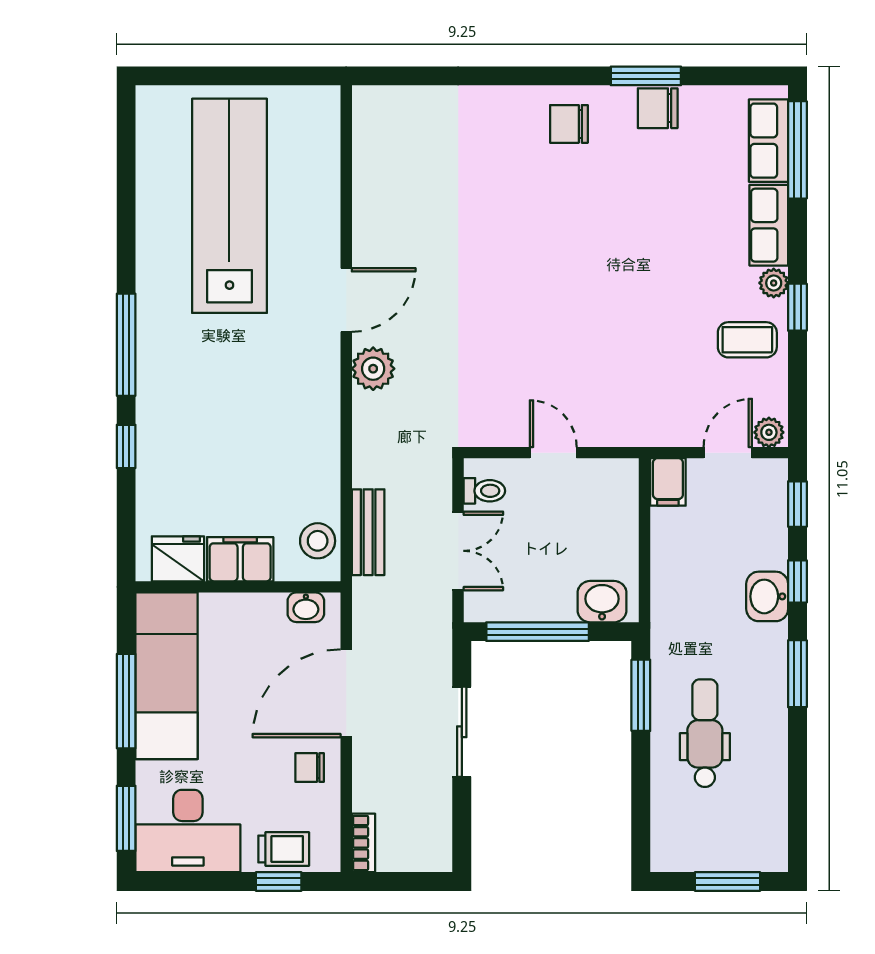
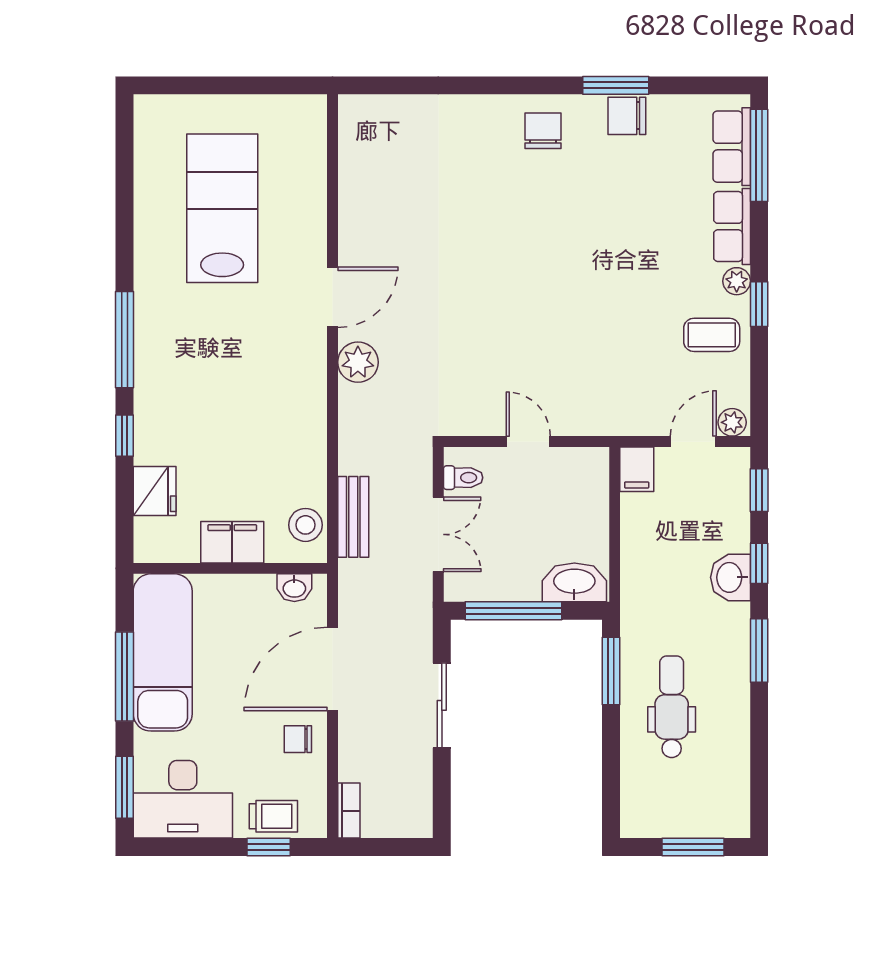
chair: (569, 124) -> (543, 131), turned 90
lab bench: (229, 206) -> (222, 208), width x0.73
fridge: (178, 559) -> (155, 491), moved, turned 90
washbasin: (602, 602) -> (574, 582), width x1.38

